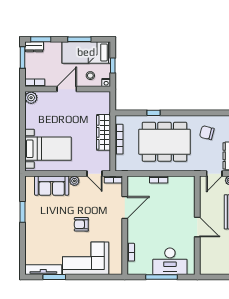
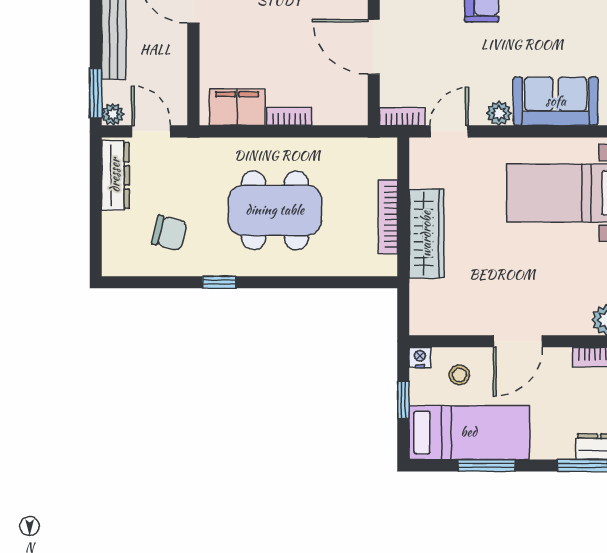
window: (153, 113) -> (219, 282), moved
dining table: (164, 142) -> (275, 210), width x0.73, depth x0.80
door: (94, 174) -> (449, 131), hinge flipped
door: (214, 174) -> (151, 131), hinge flipped
filing cabinet: (180, 183) -> (237, 107), added
door: (125, 208) -> (374, 47), hinge flipped

